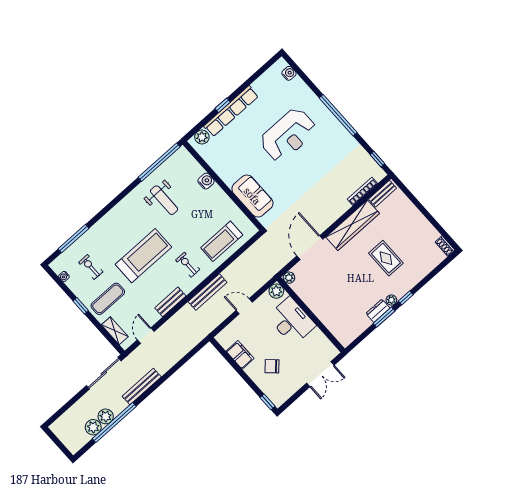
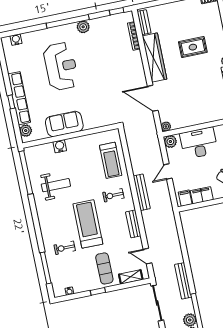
plant: (342, 134) -> (83, 27), added
sofa: (252, 196) -> (64, 124), moved
exercise bike: (91, 267) -> (65, 248), moved
filing cabinet: (227, 340) -> (185, 198), added

